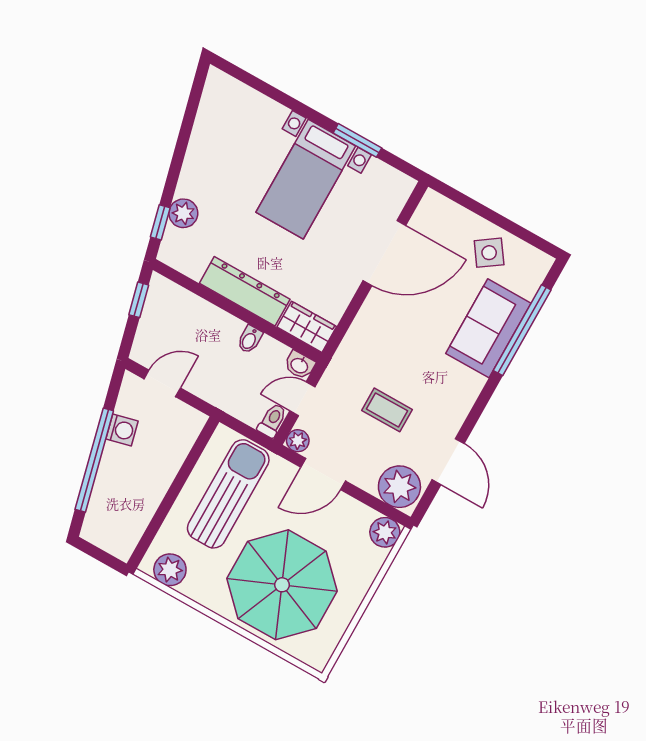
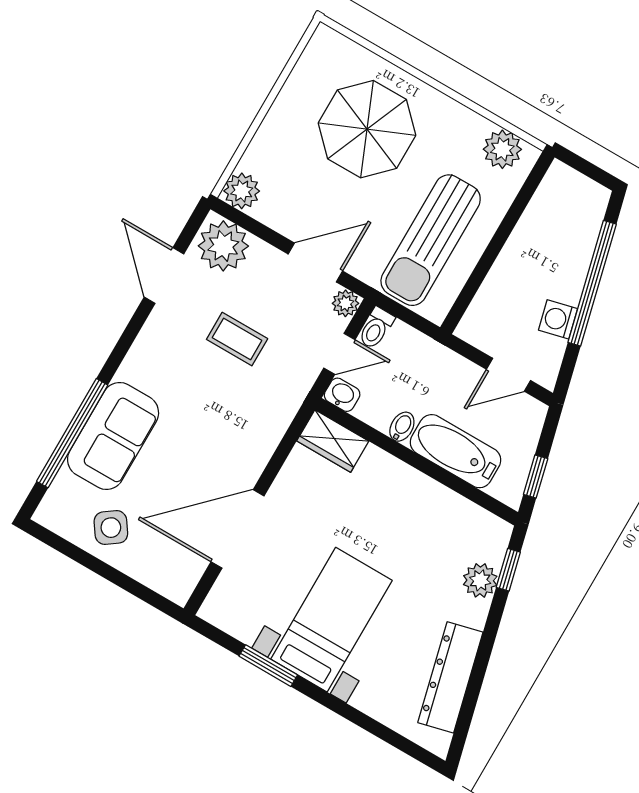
dresser: (245, 291) -> (450, 677), moved, turned 76
bathtub: (205, 320) -> (456, 451), added
parasol: (282, 585) -> (367, 129), width x0.73, depth x0.73

